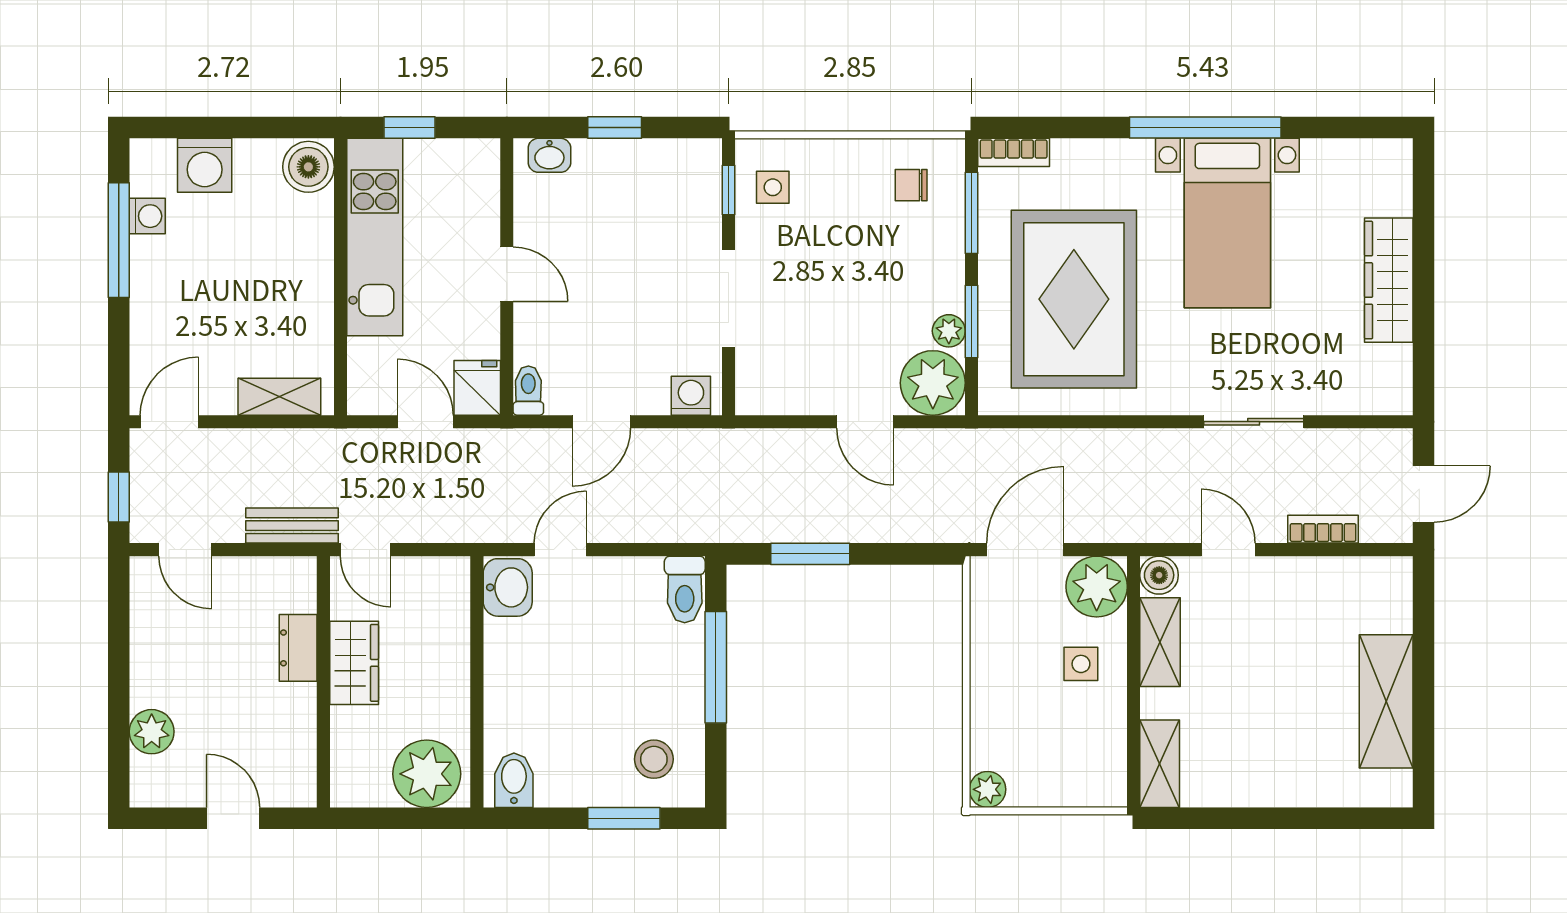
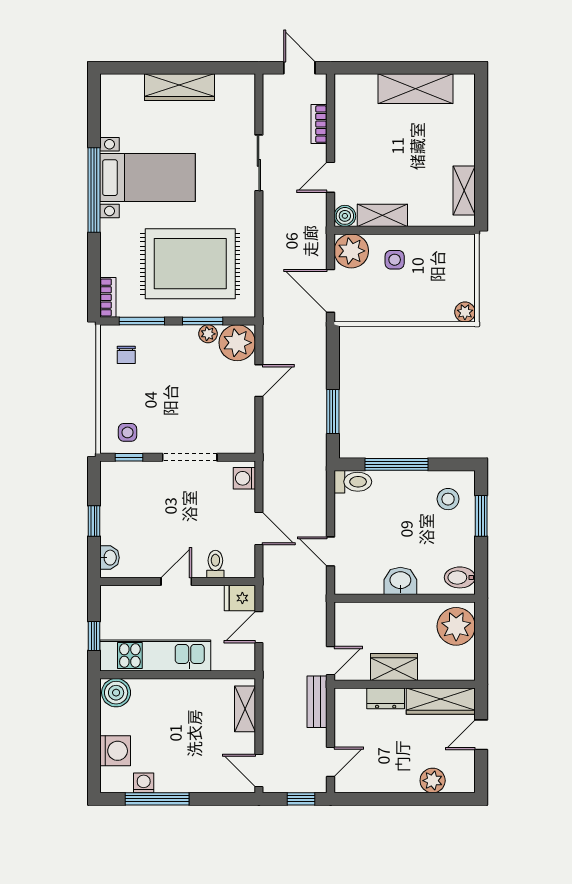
toilet: (528, 391) -> (215, 564), moved, turned 90
washbasin: (508, 587) -> (400, 581), moved
wardrobe: (293, 746) -> (441, 701), added
shelving: (1160, 764) -> (464, 191), moved, turned 90

